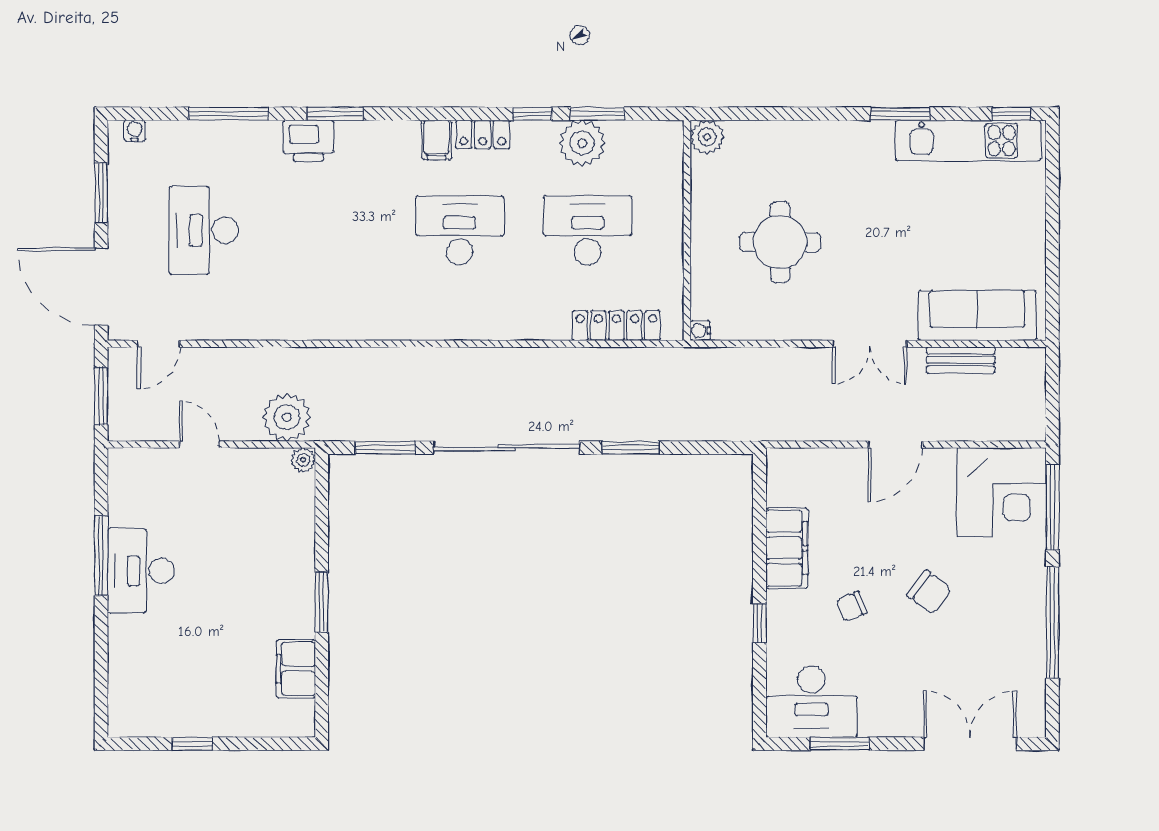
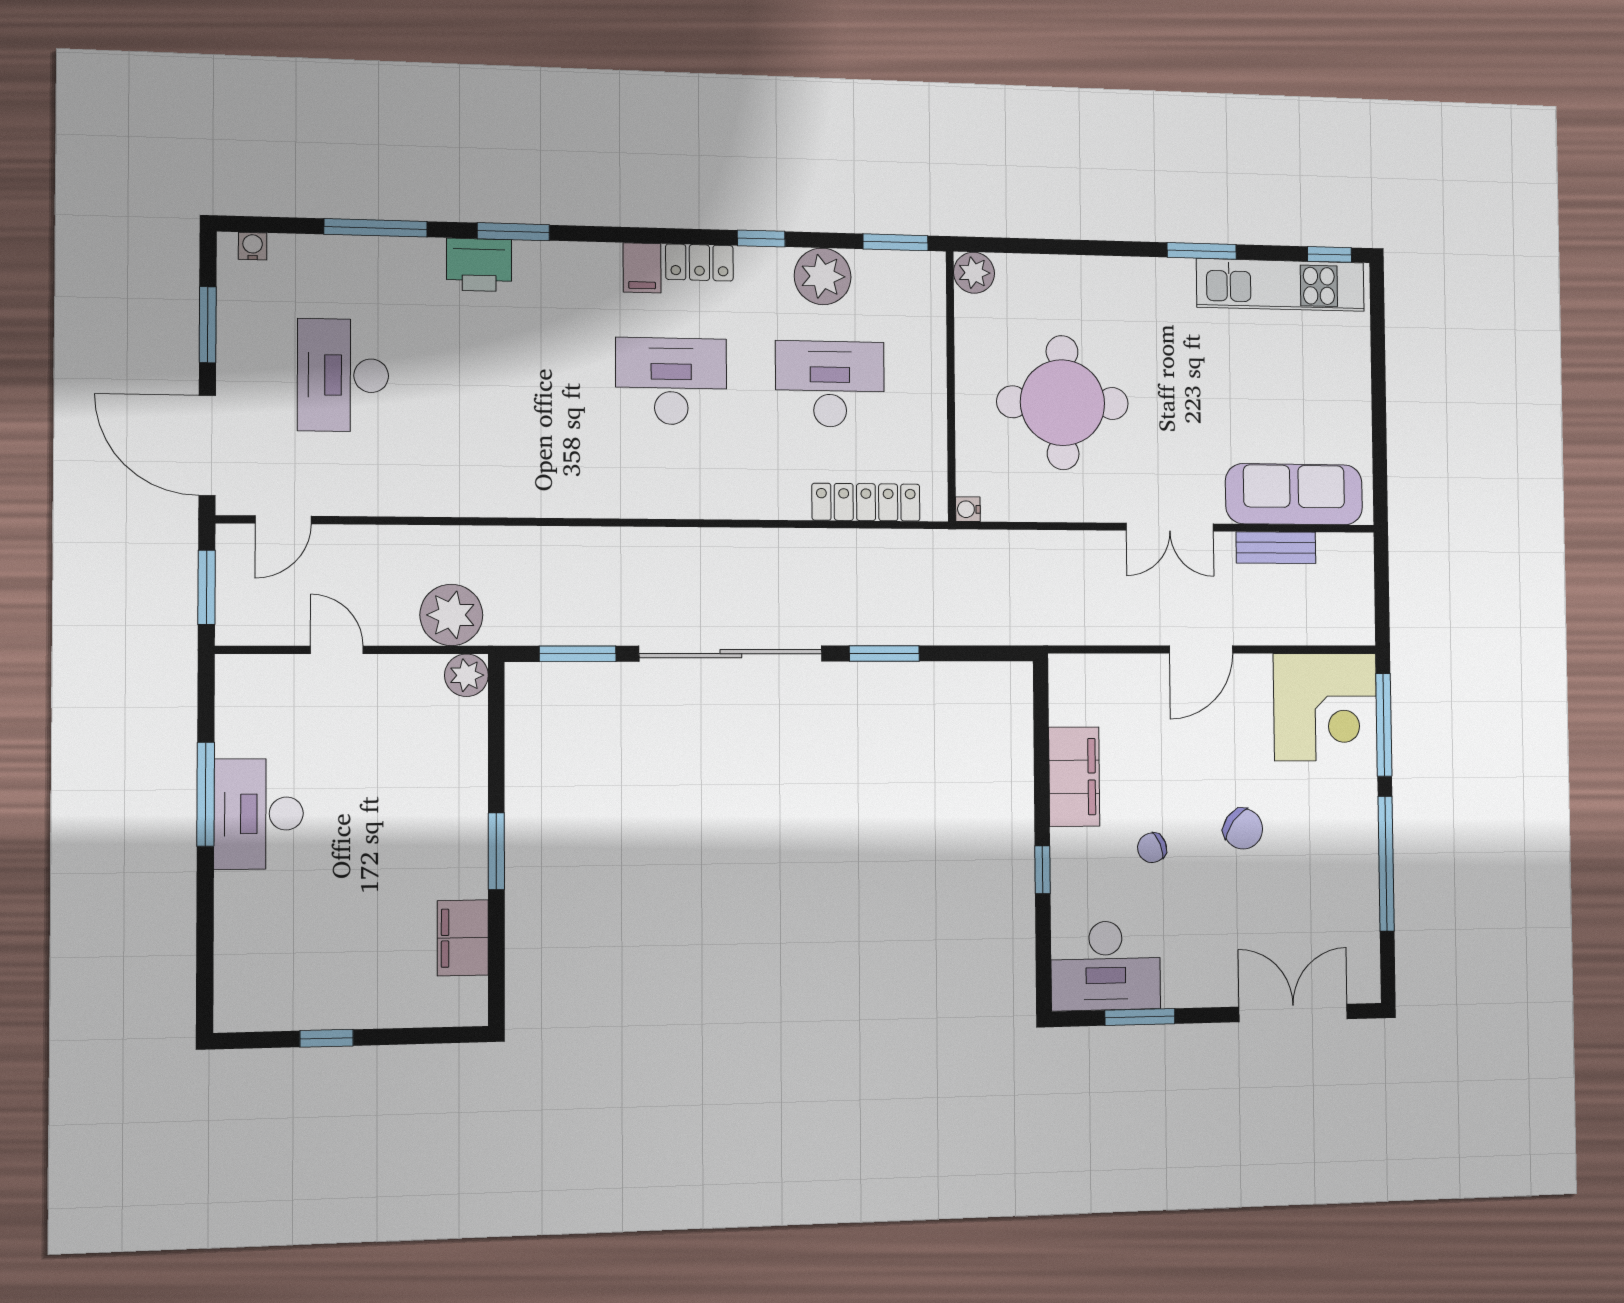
window: (597, 114) -> (895, 242), moved
round table: (780, 242) -> (1063, 403), width x1.36, depth x1.36
plant: (303, 460) -> (466, 675), width x1.38, depth x1.38

